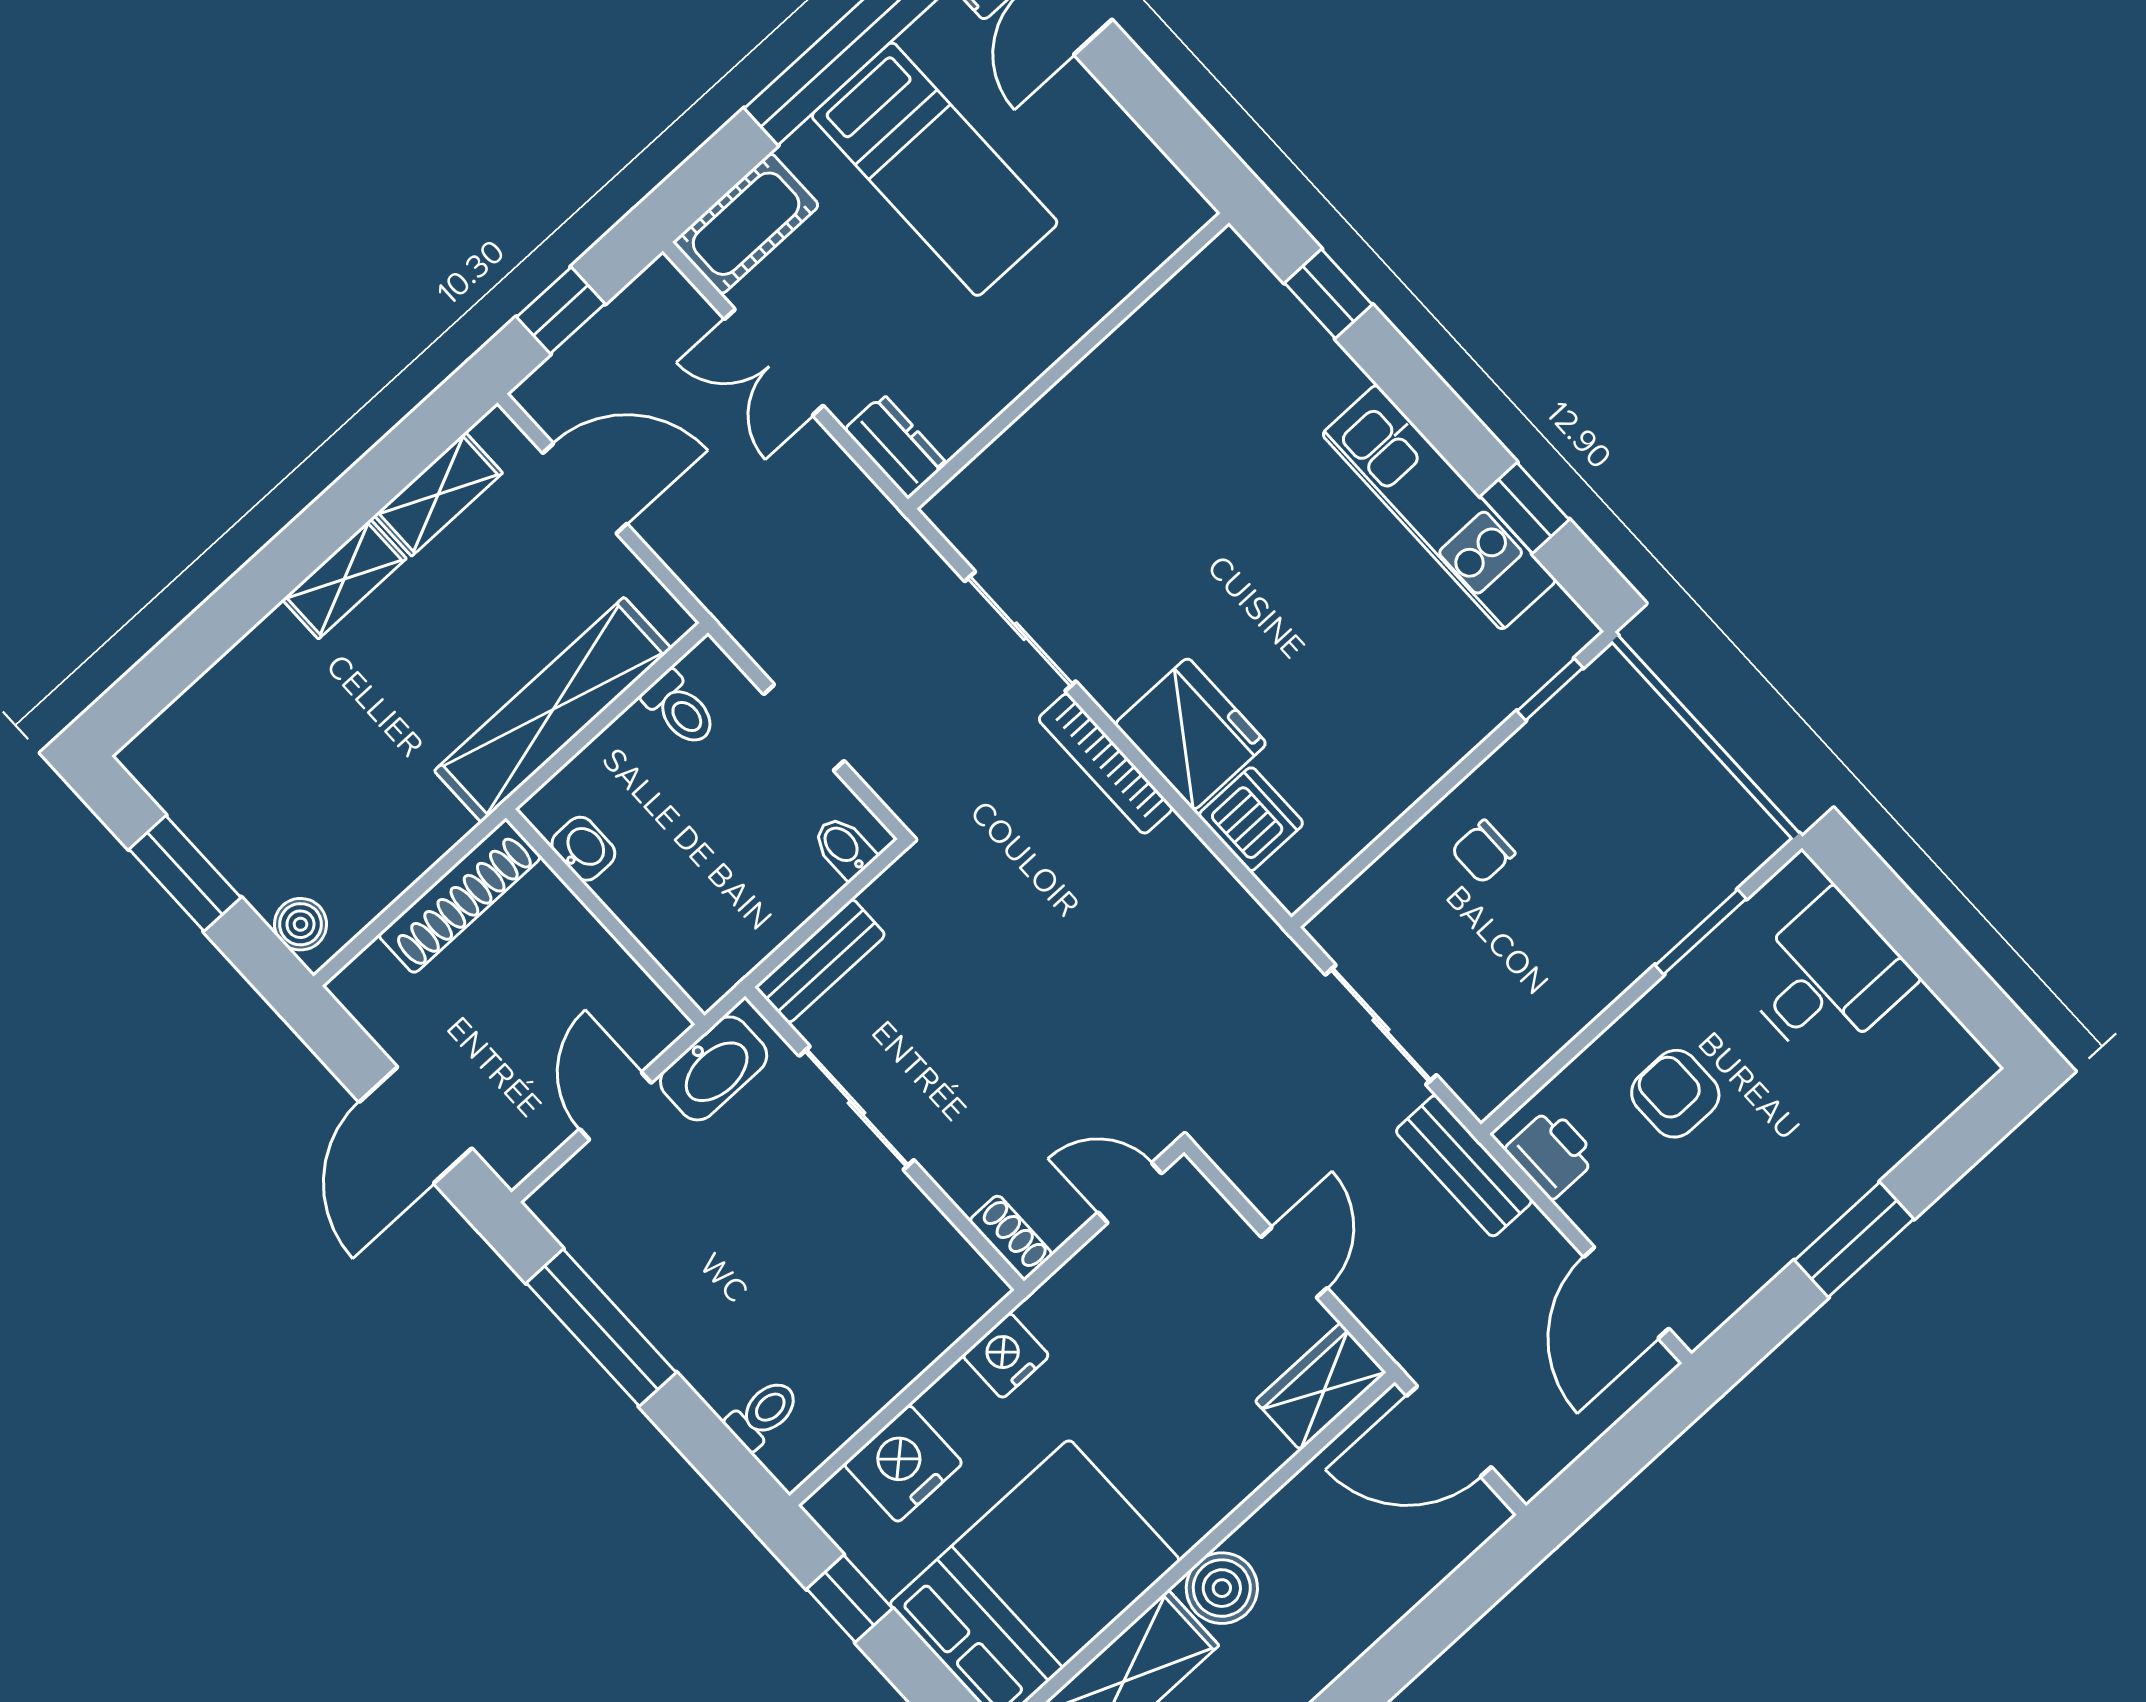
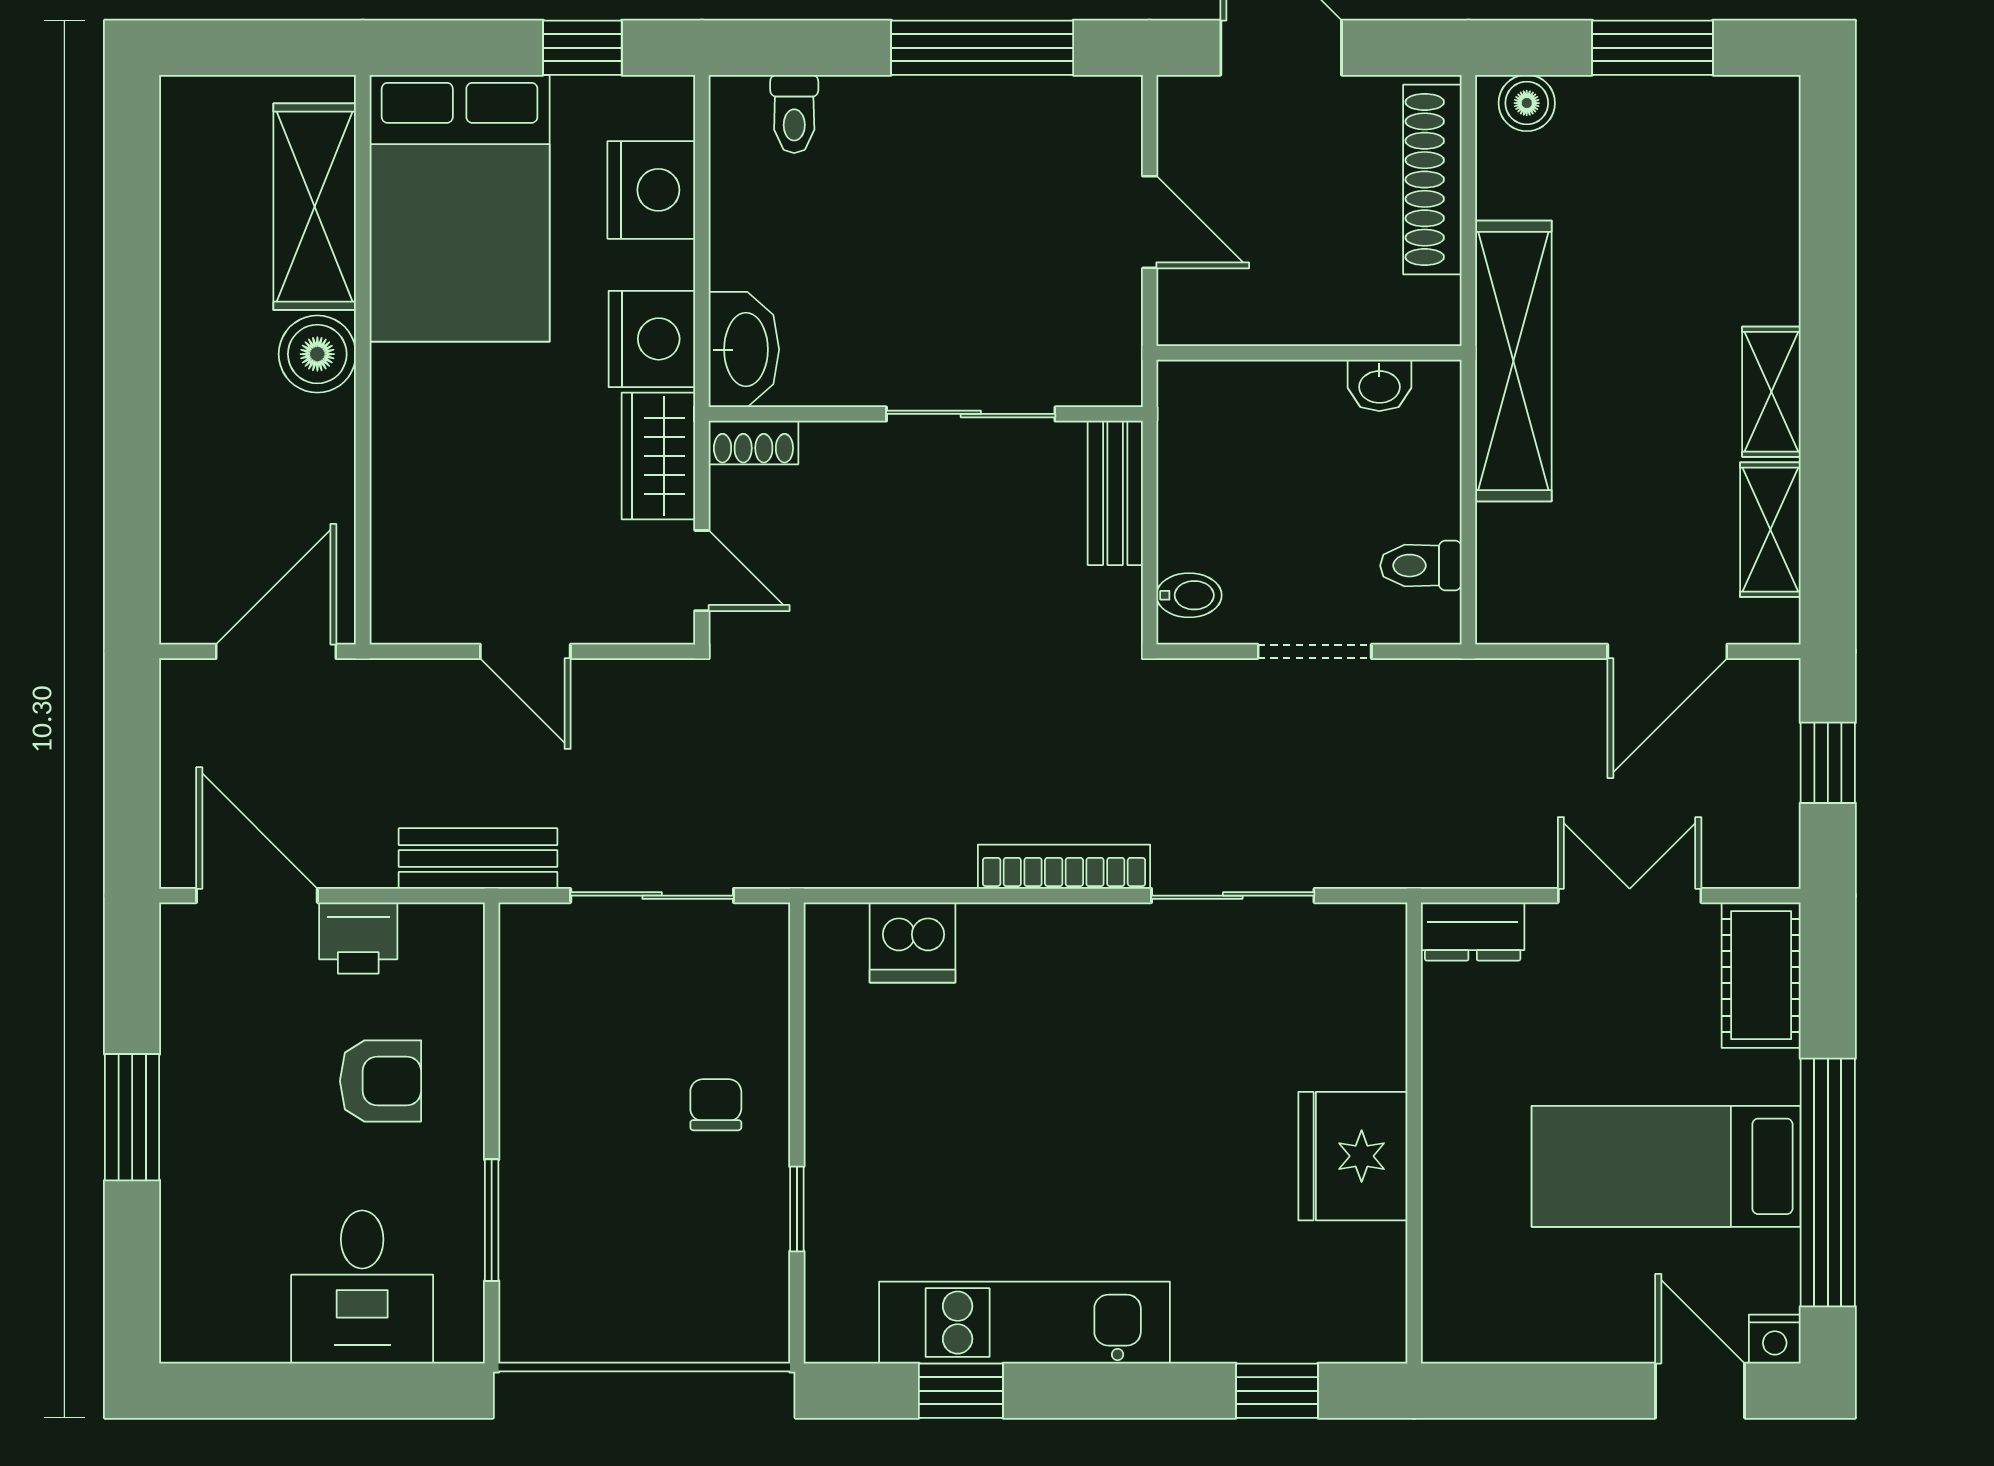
window: (1550, 689) -> (797, 1209), moved
shelving: (553, 710) -> (1513, 361), moved
fridge: (1191, 734) -> (1353, 1156), moved, turned 90
shoe rack: (460, 896) -> (1432, 180), moved
washbasin: (714, 1068) -> (744, 350), moved, turned 180
printer: (1551, 1153) -> (358, 938), moved
door: (1130, 1193) -> (702, 571), hinge flipped
nightstand: (1006, 1356) -> (652, 339), width x1.36, depth x1.33
wardrobe: (1321, 1387) -> (658, 456), moved, turned 180

